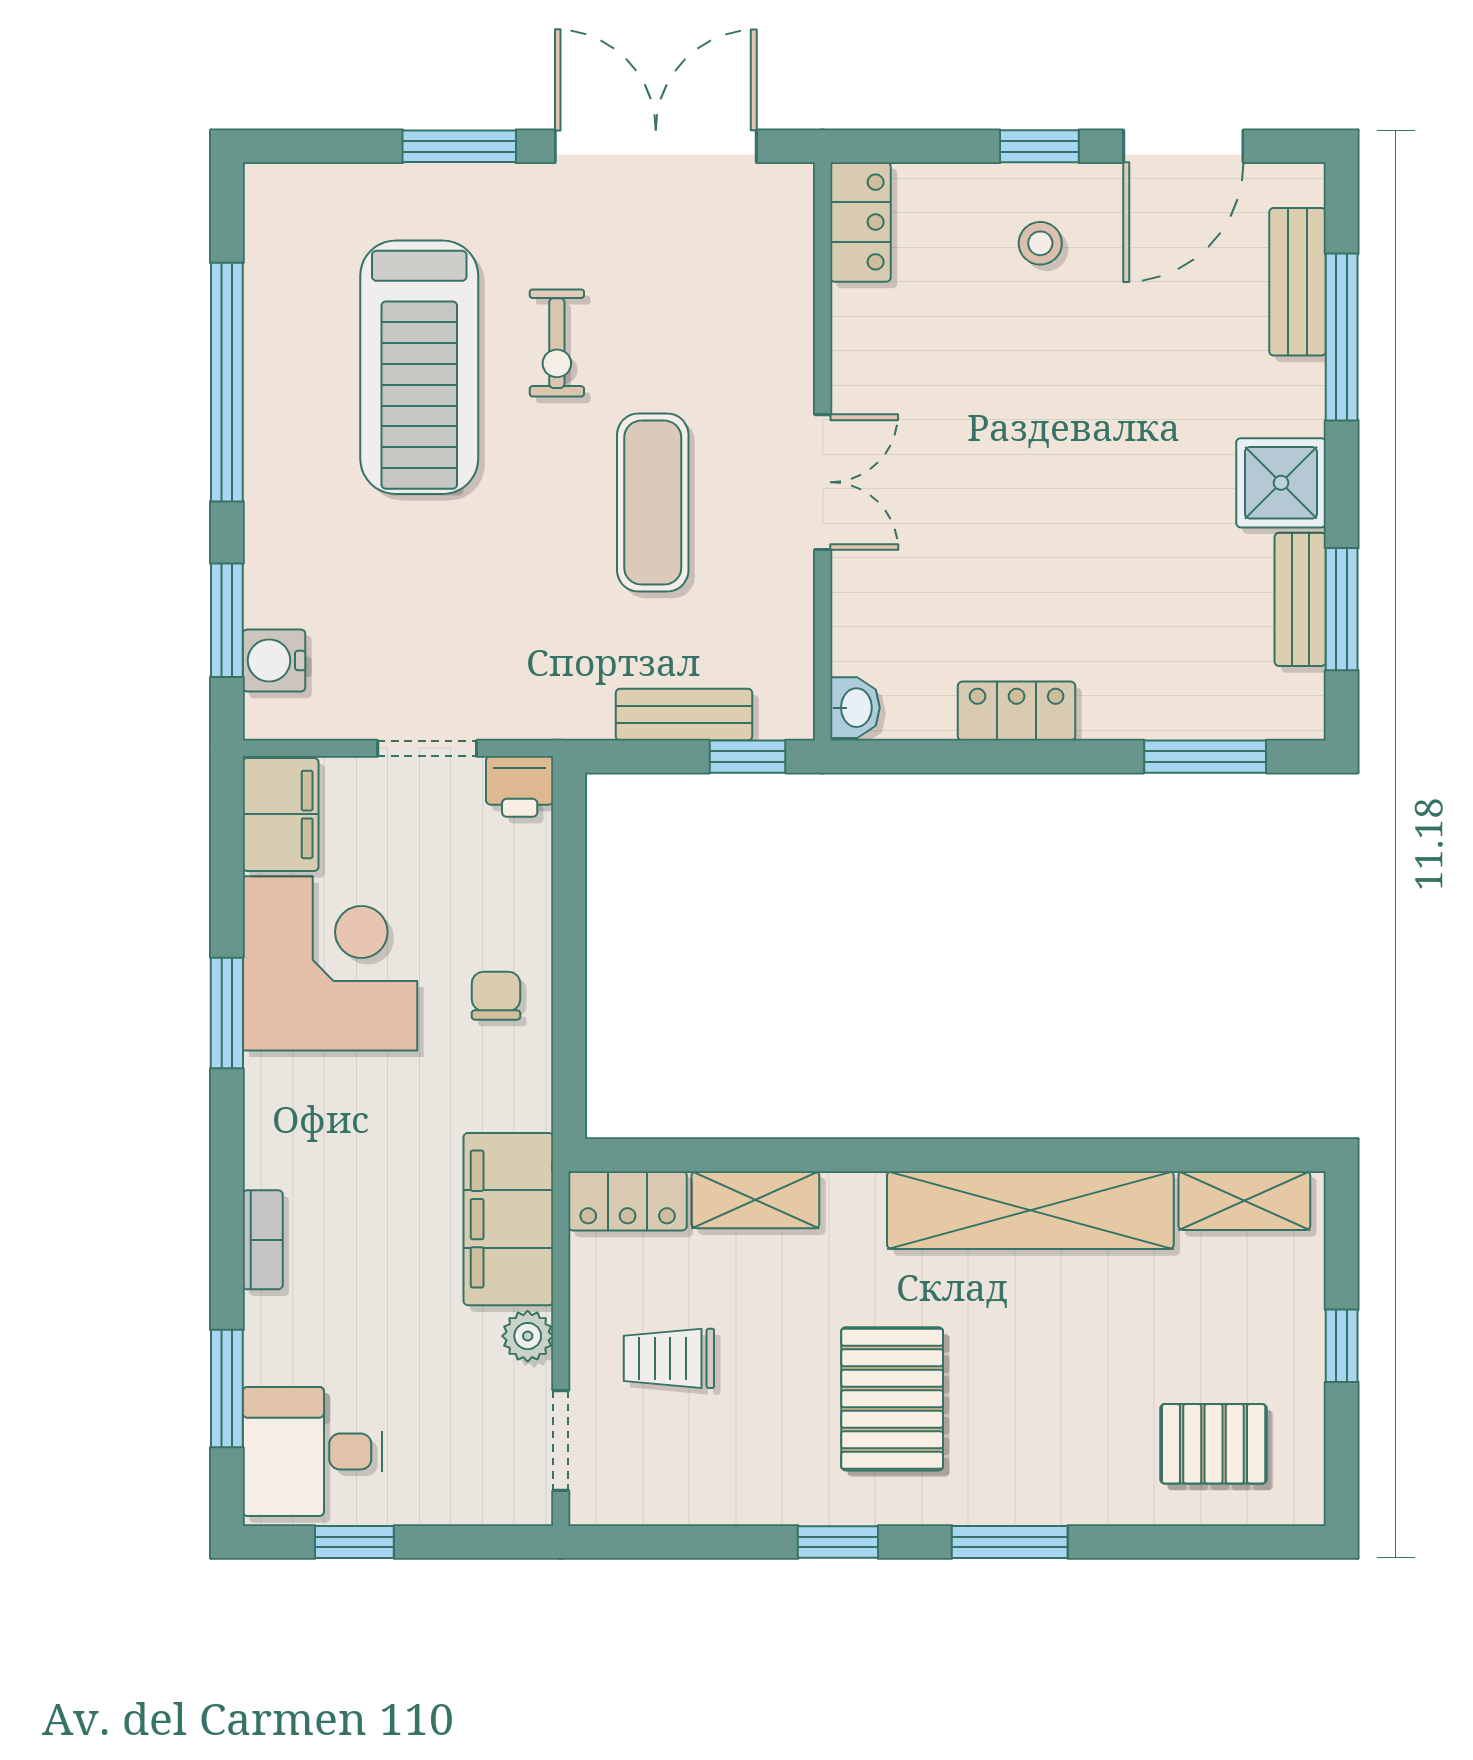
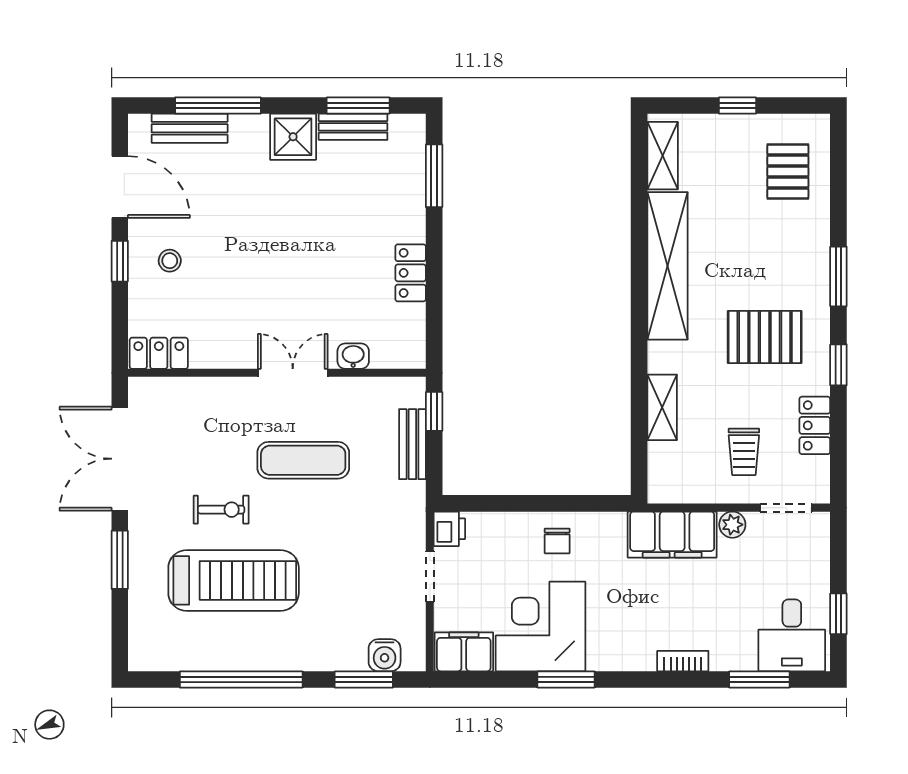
washbasin: (855, 708) -> (353, 356), moved
chair: (496, 996) -> (557, 541), turned -90
locker: (628, 1201) -> (815, 425), moved, turned 180

